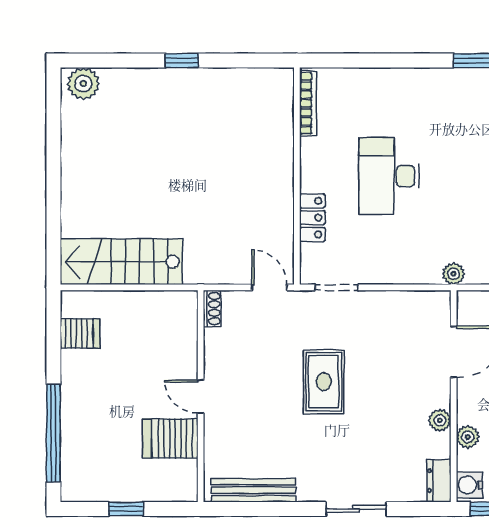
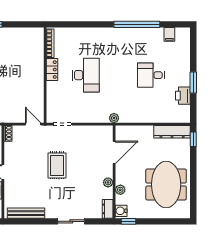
desk: (389, 176) -> (86, 75), turned 180
locker: (312, 218) -> (52, 70), moved

